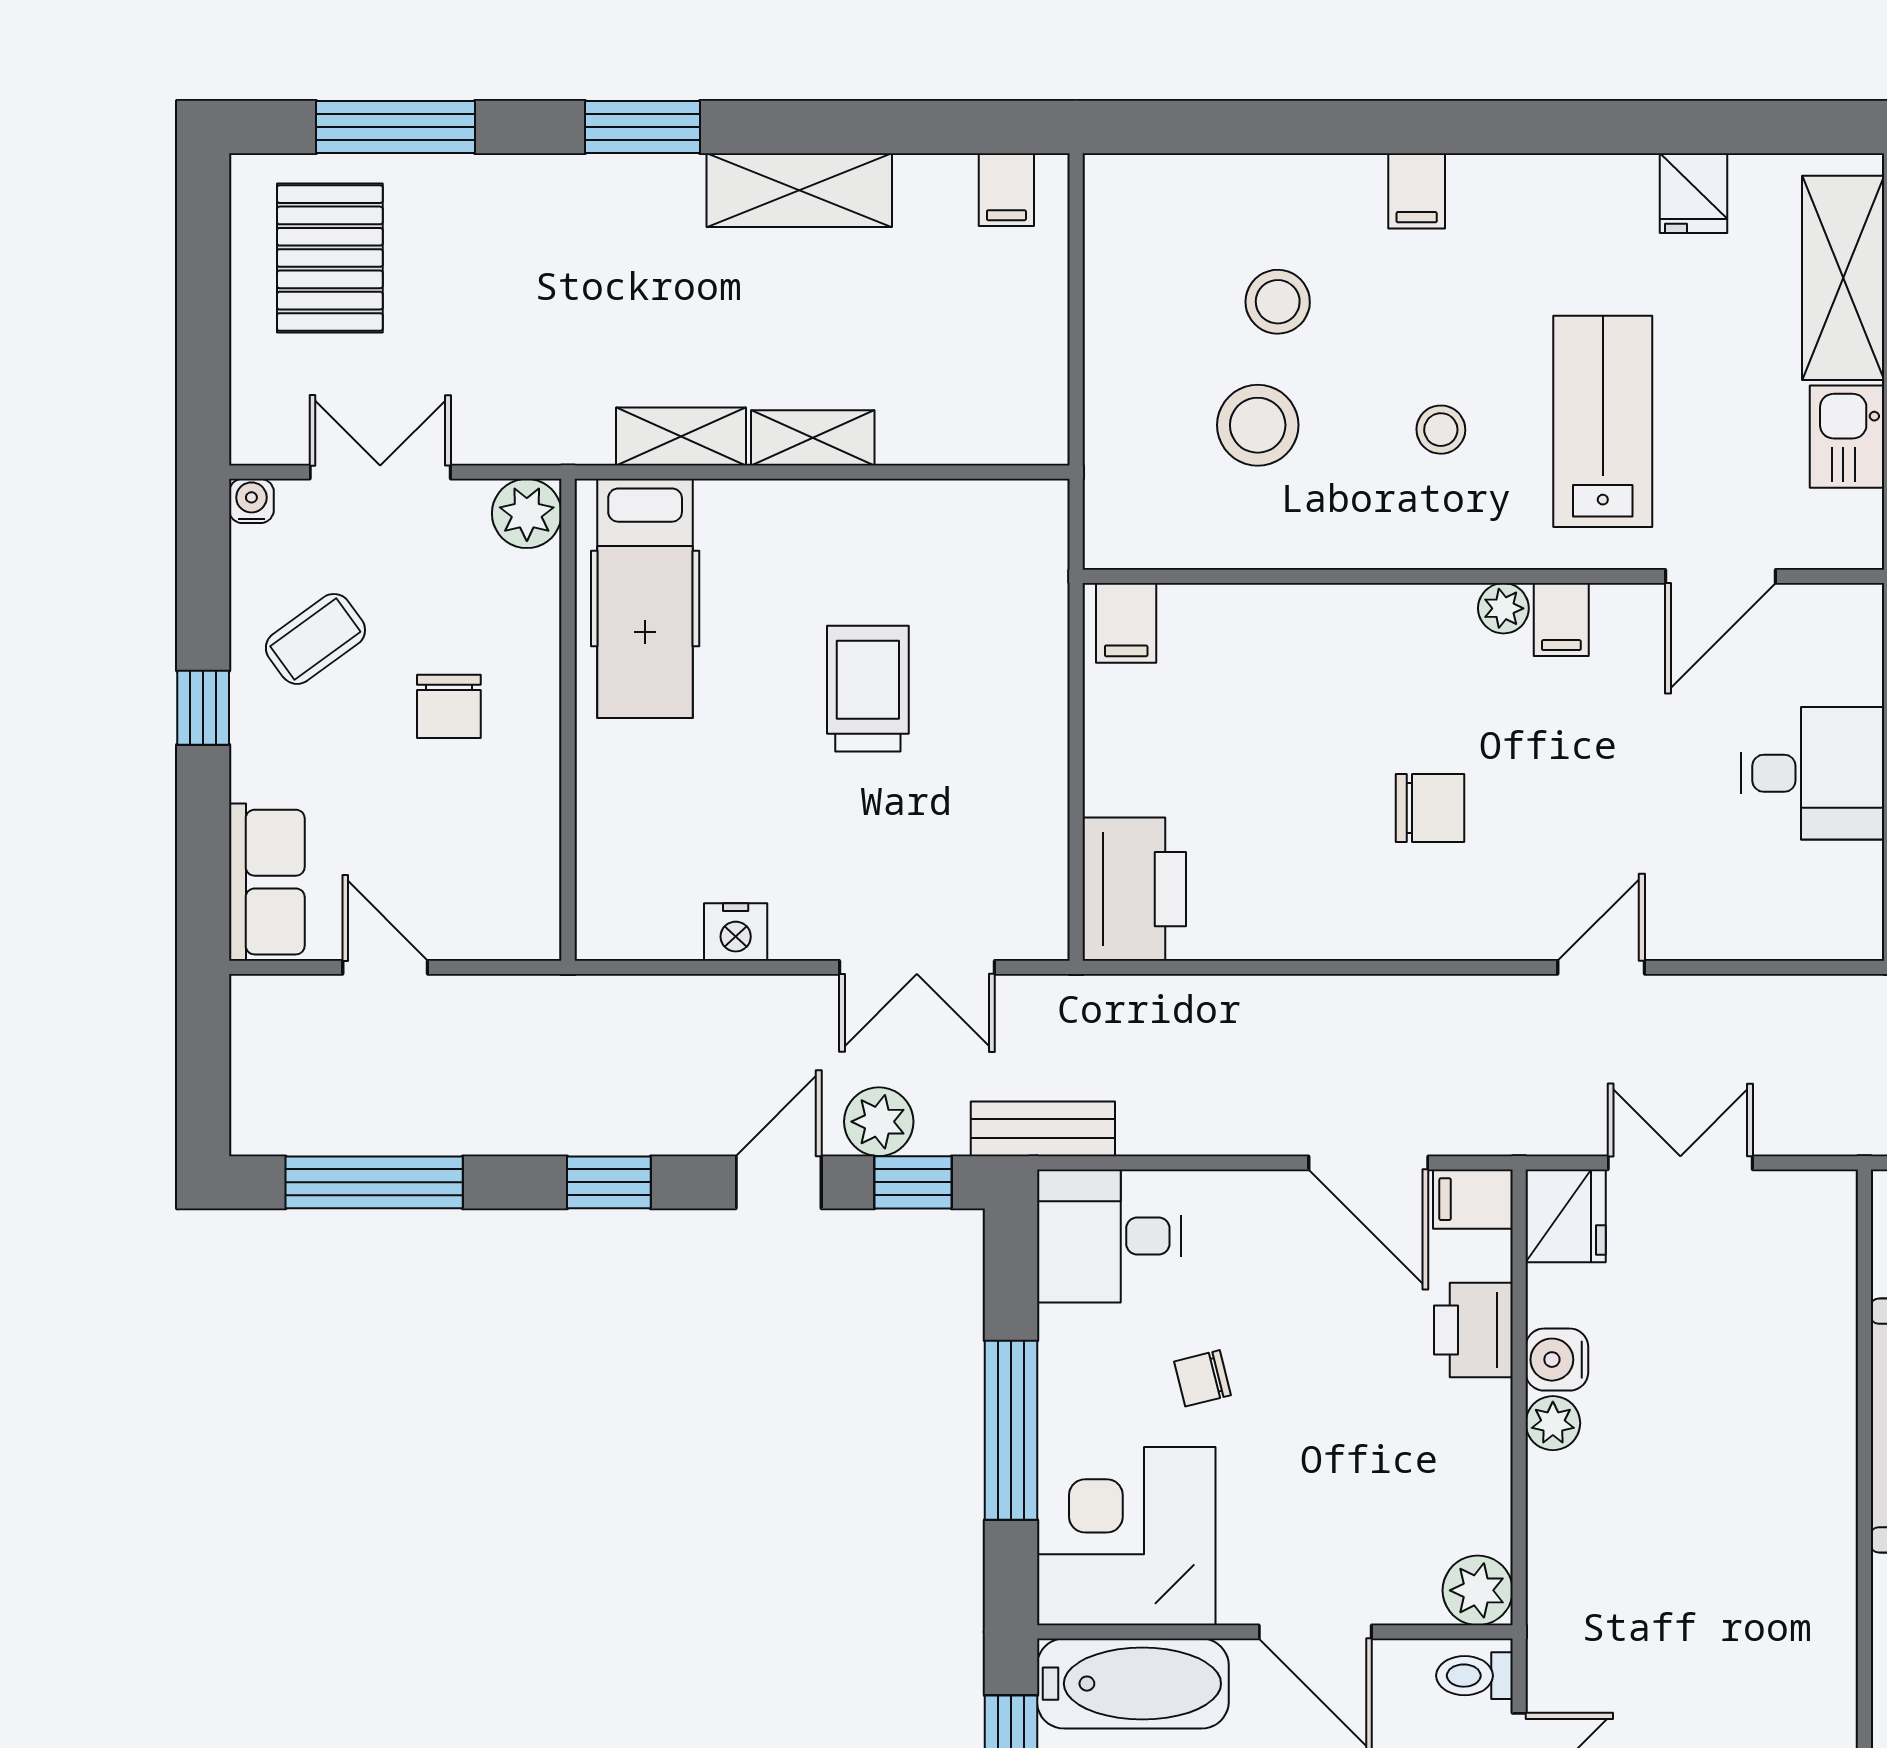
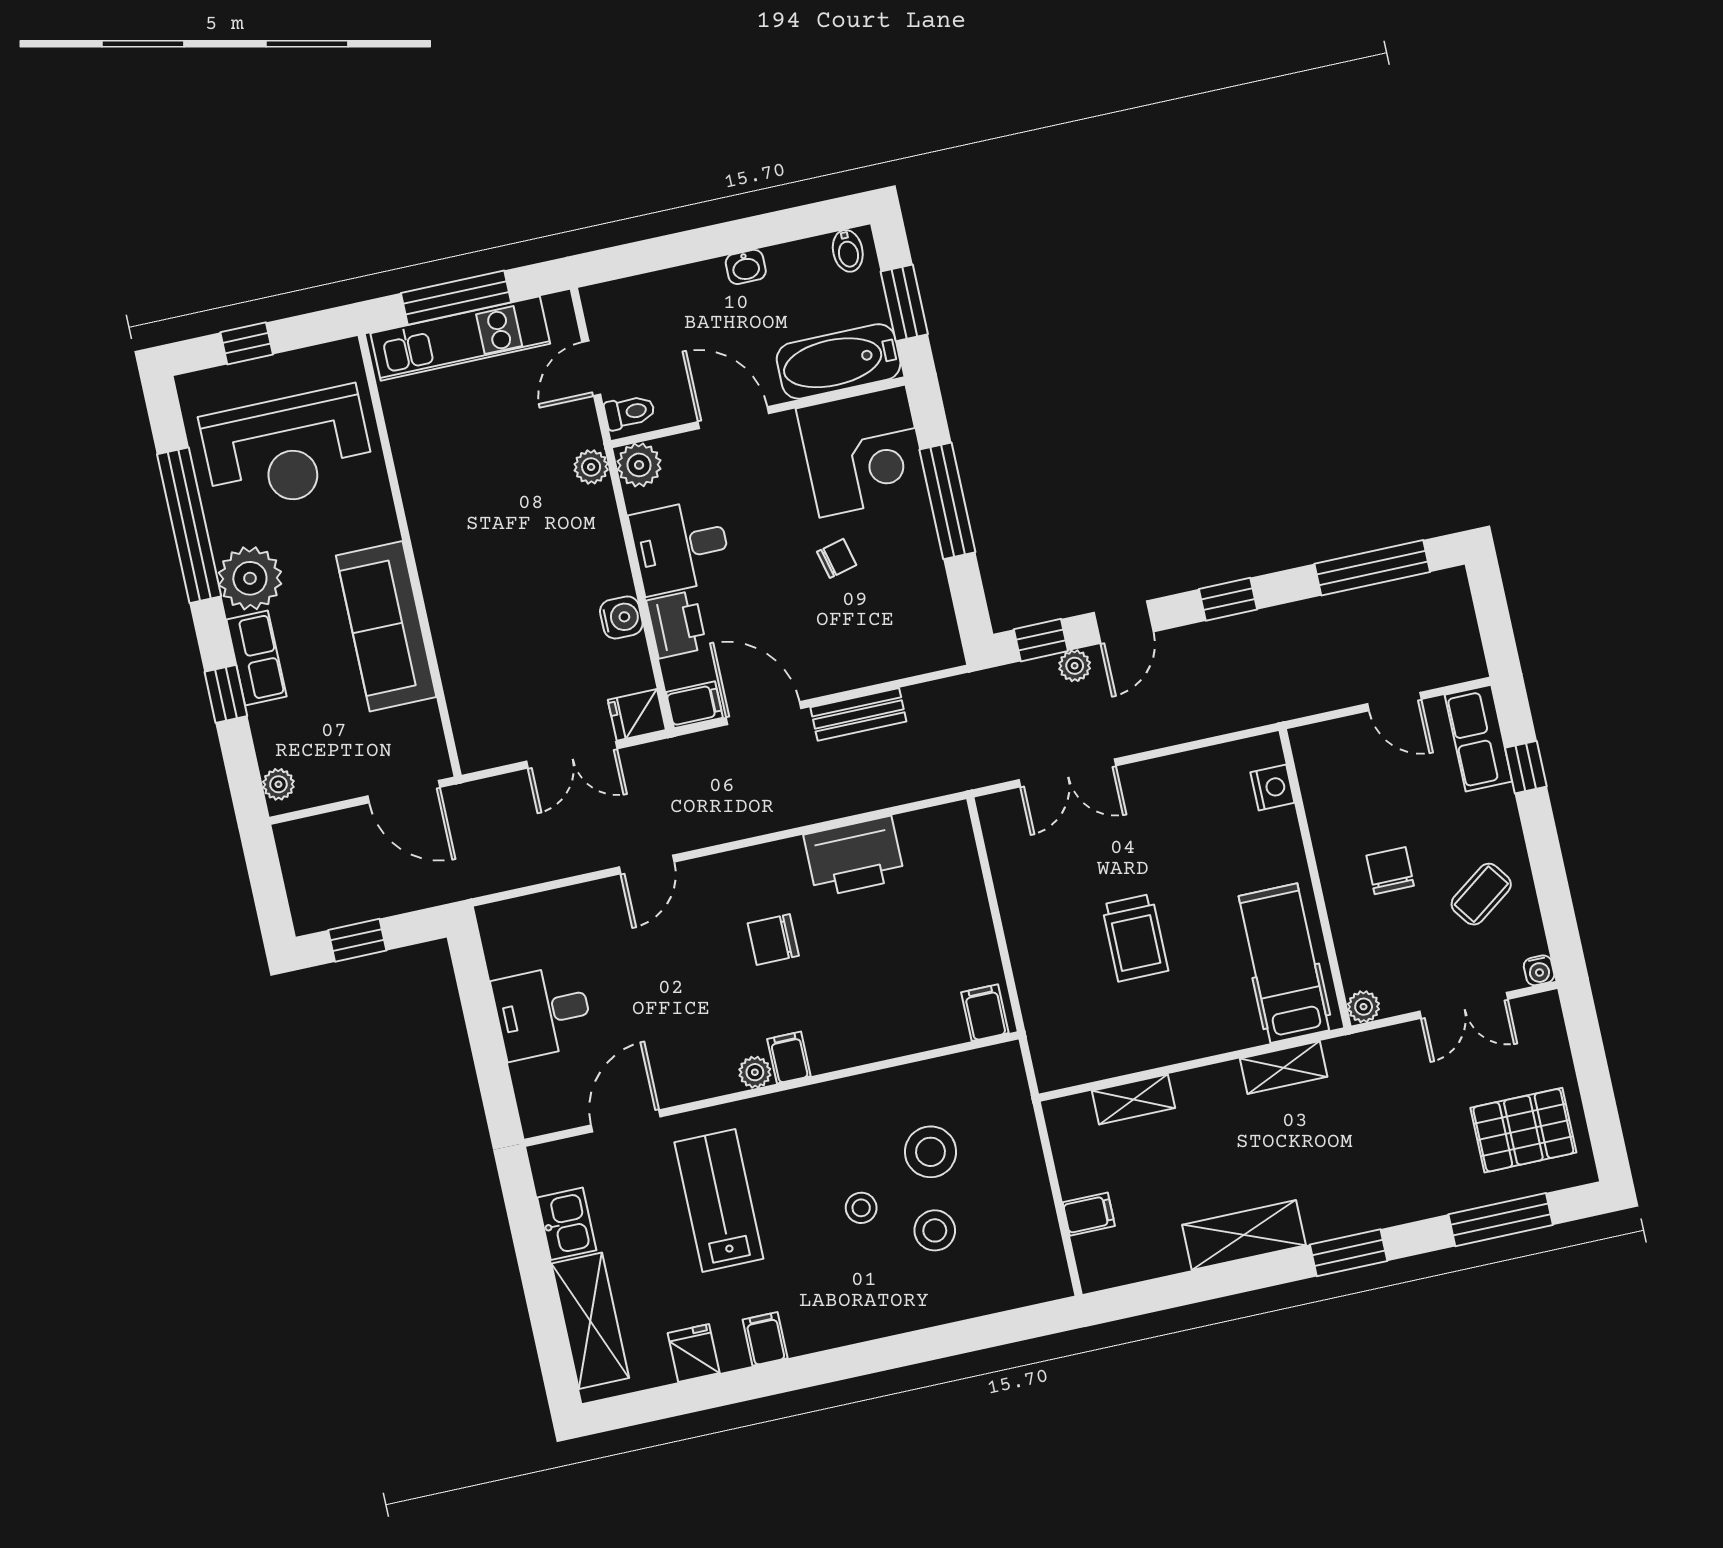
filing cabinet: (1006, 190) -> (1089, 1214), moved, turned 90
filing cabinet: (1417, 191) -> (765, 1339), moved
pallet: (330, 258) -> (1523, 1130), turned 90
lab bench: (1603, 421) -> (719, 1200), turned 180
stool: (1441, 430) -> (861, 1208), moved
shelving: (813, 438) -> (1133, 1099), moved
plant: (527, 513) -> (1364, 1007), width x0.73, depth x0.73
filing cabinet: (1561, 620) -> (789, 1058), moved
window: (203, 708) -> (1526, 767), moved
printer: (1134, 889) -> (854, 857), moved, turned -90
nightstand: (736, 932) -> (1272, 788), moved, turned 90
double door: (917, 967) -> (1067, 773), swing flipped
plant: (879, 1122) -> (1075, 666), width x0.73, depth x0.73
bench: (1043, 1129) -> (858, 714), moved
fridge: (1566, 1216) -> (637, 715), width x0.72
desk: (1109, 1236) -> (681, 547), moved, turned 180
plant: (1553, 1423) -> (591, 467), moved

